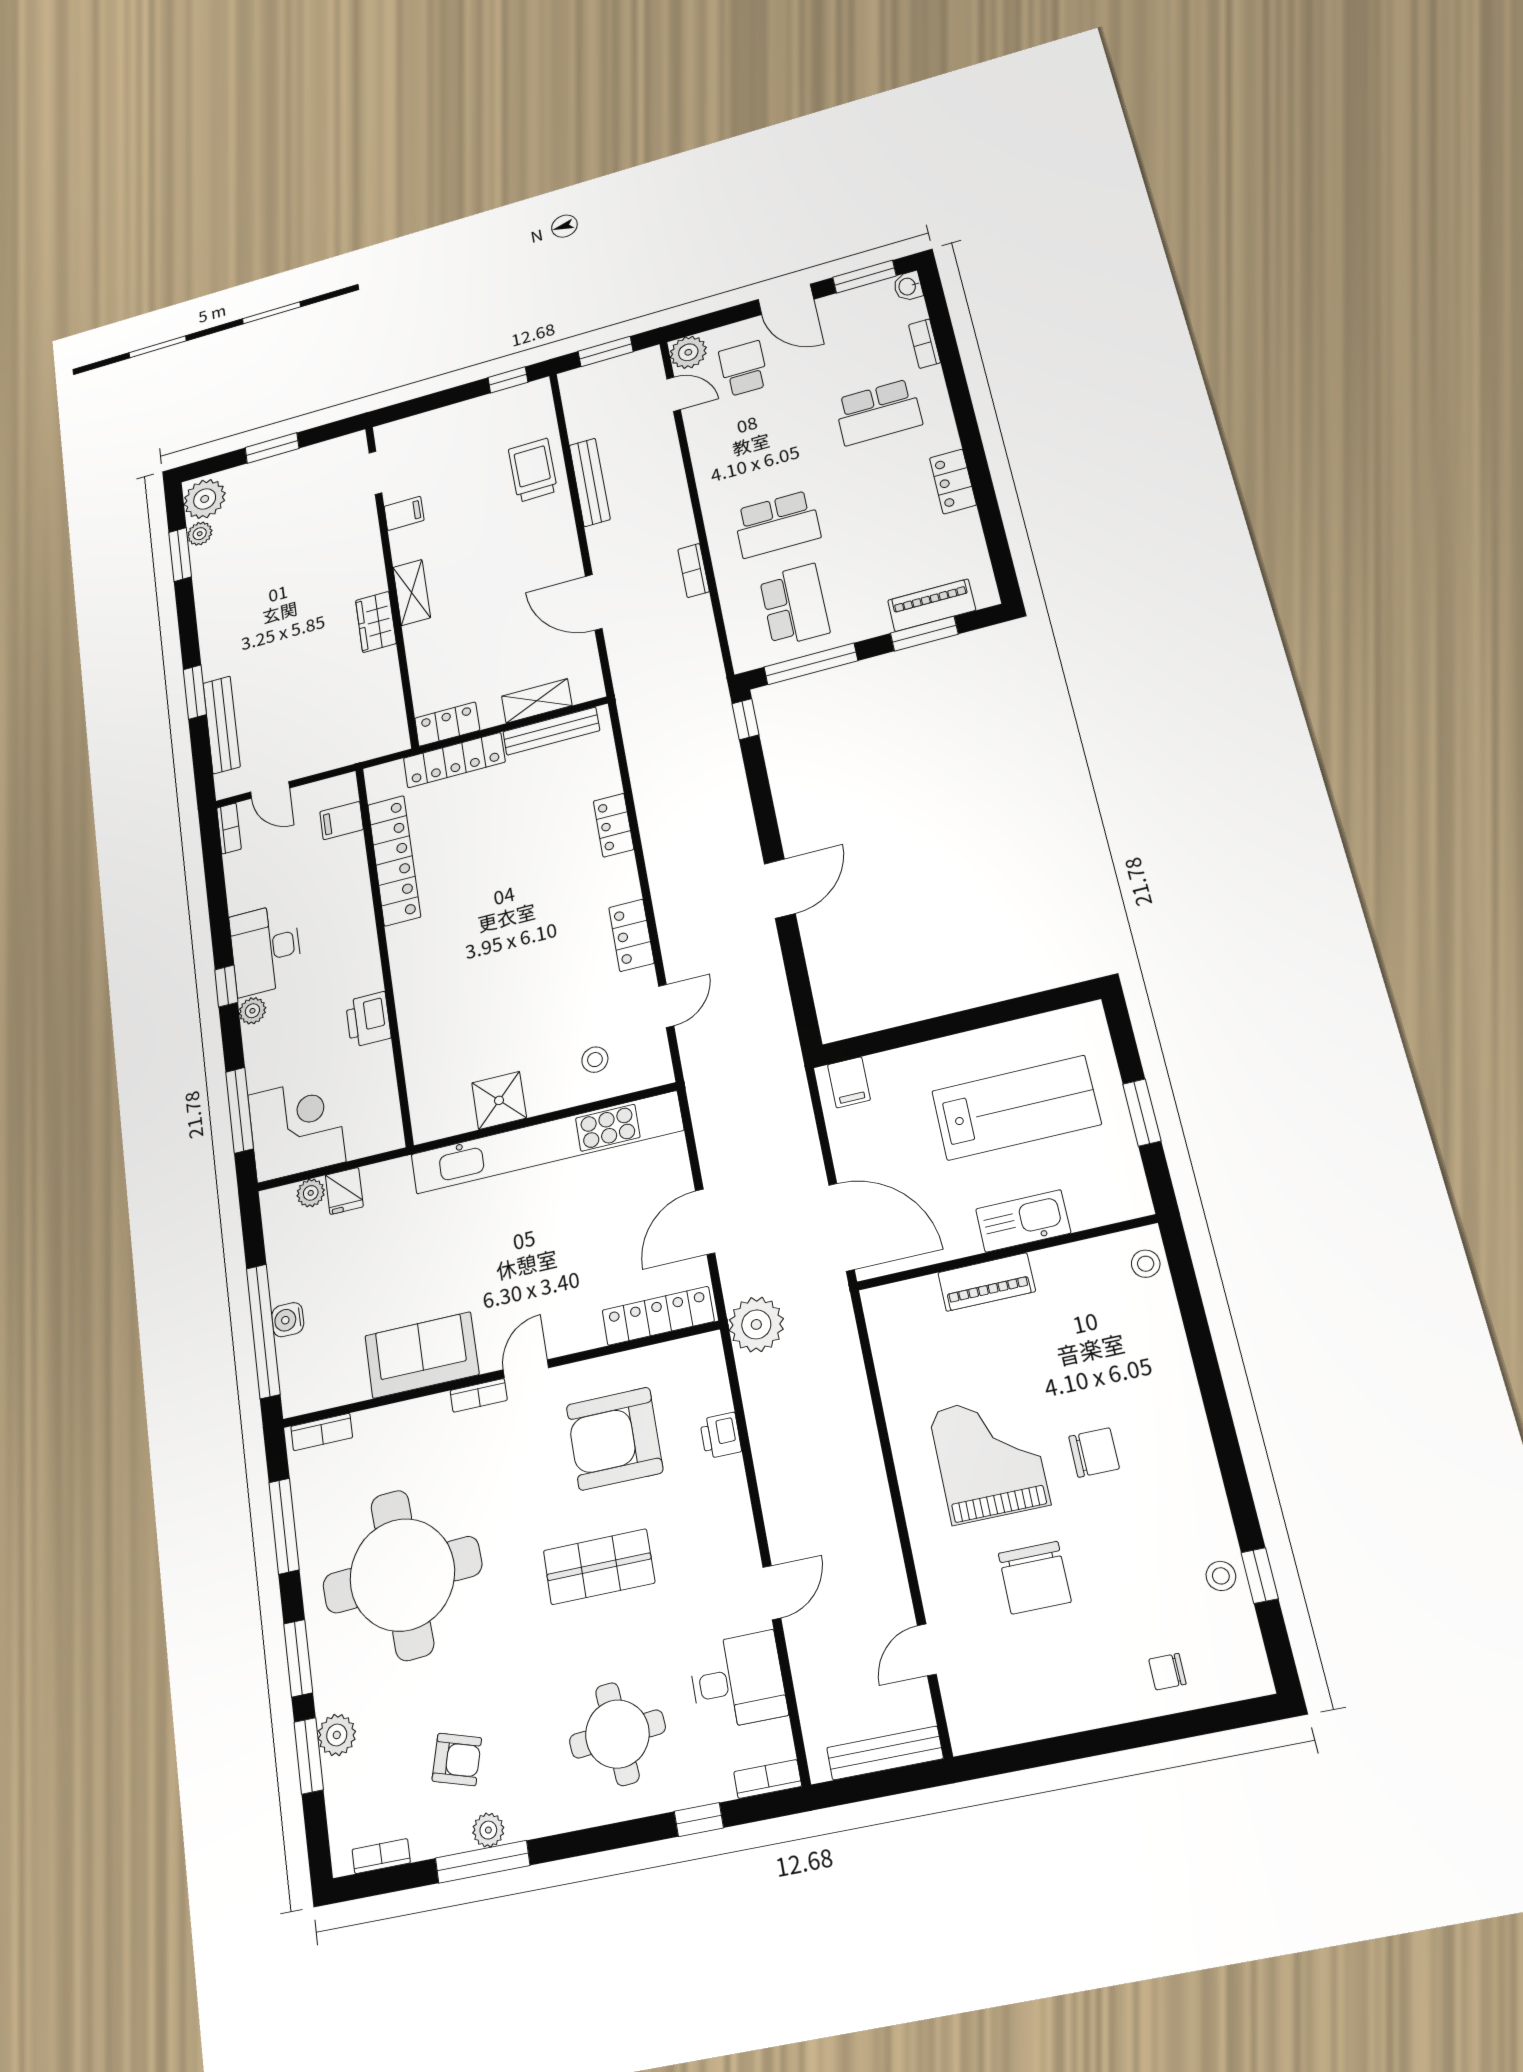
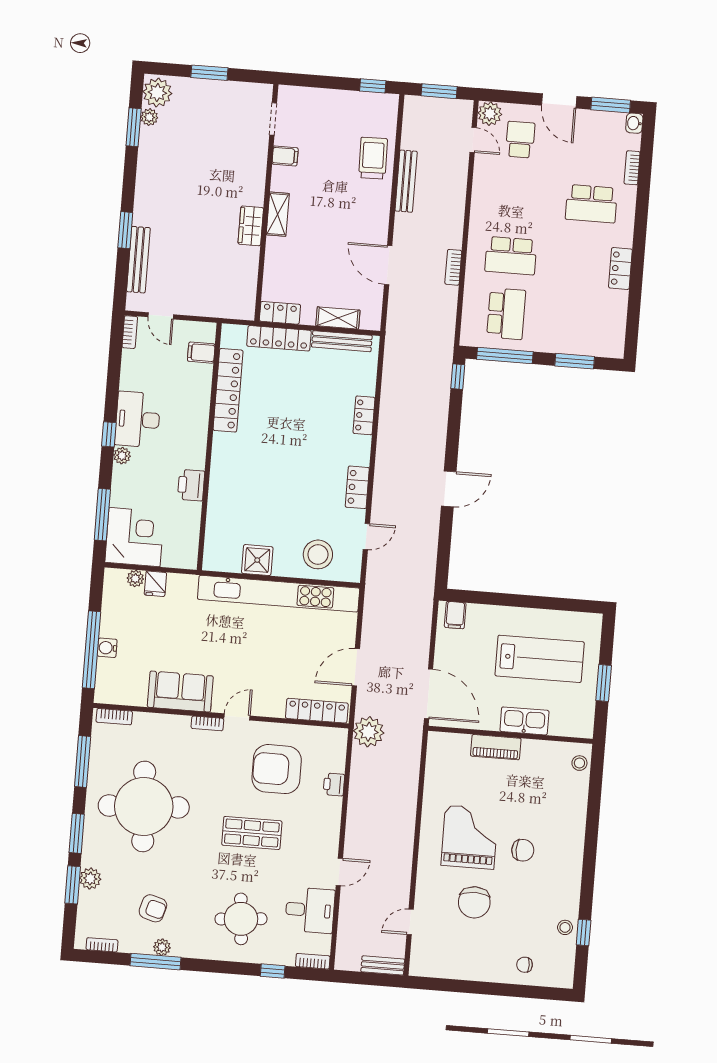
piano: (932, 605) -> (584, 345), removed
stool: (595, 1060) -> (318, 554), width x1.89, depth x1.89
bench: (885, 1753) -> (383, 965), width x0.73

